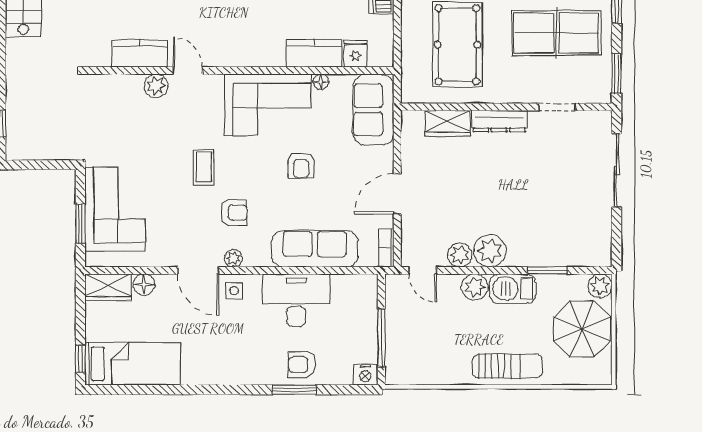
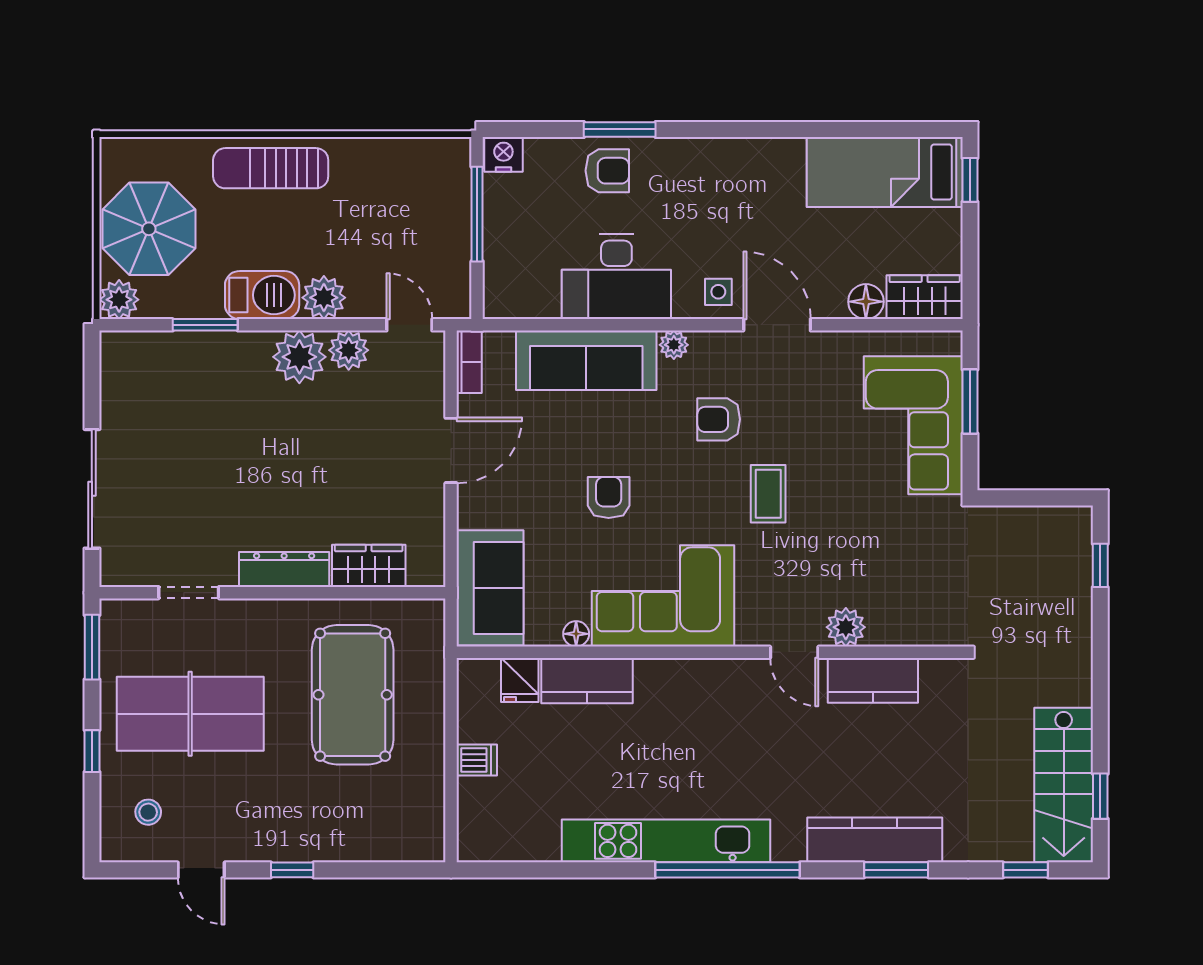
plant: (234, 258) -> (674, 345), moved

